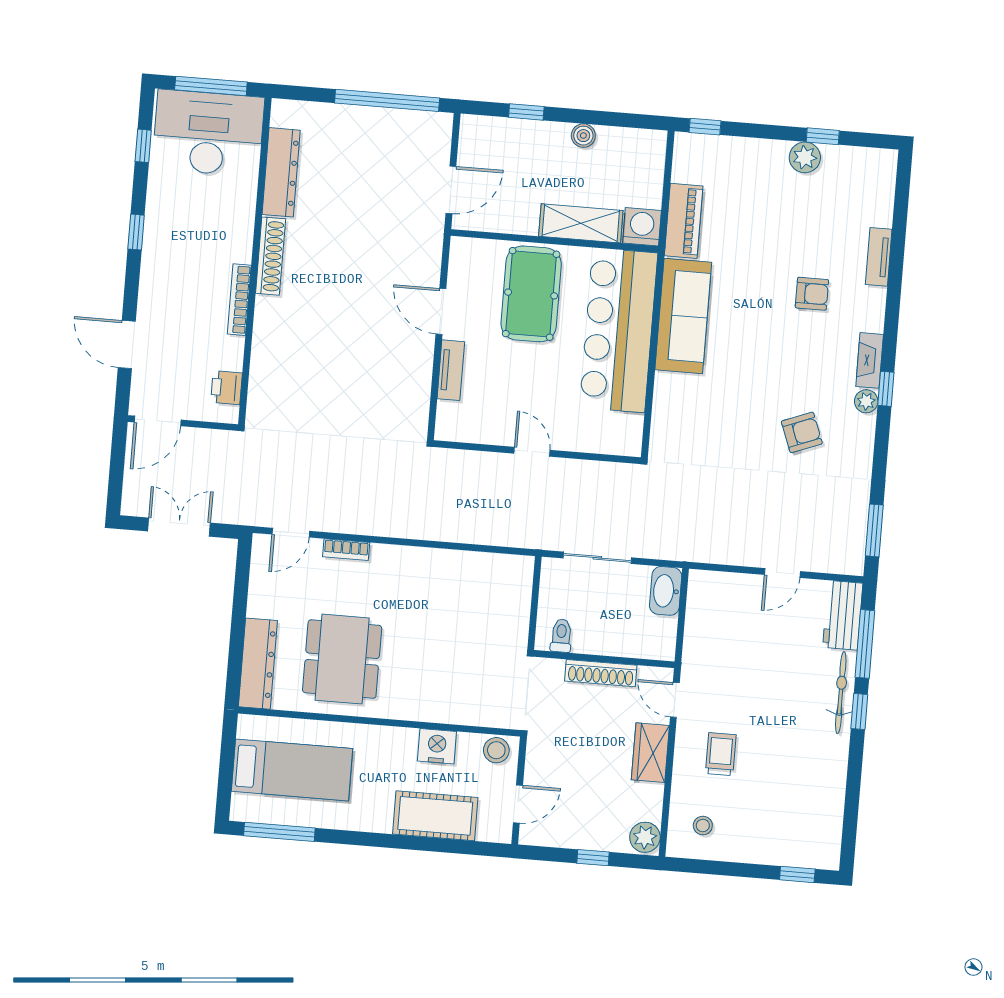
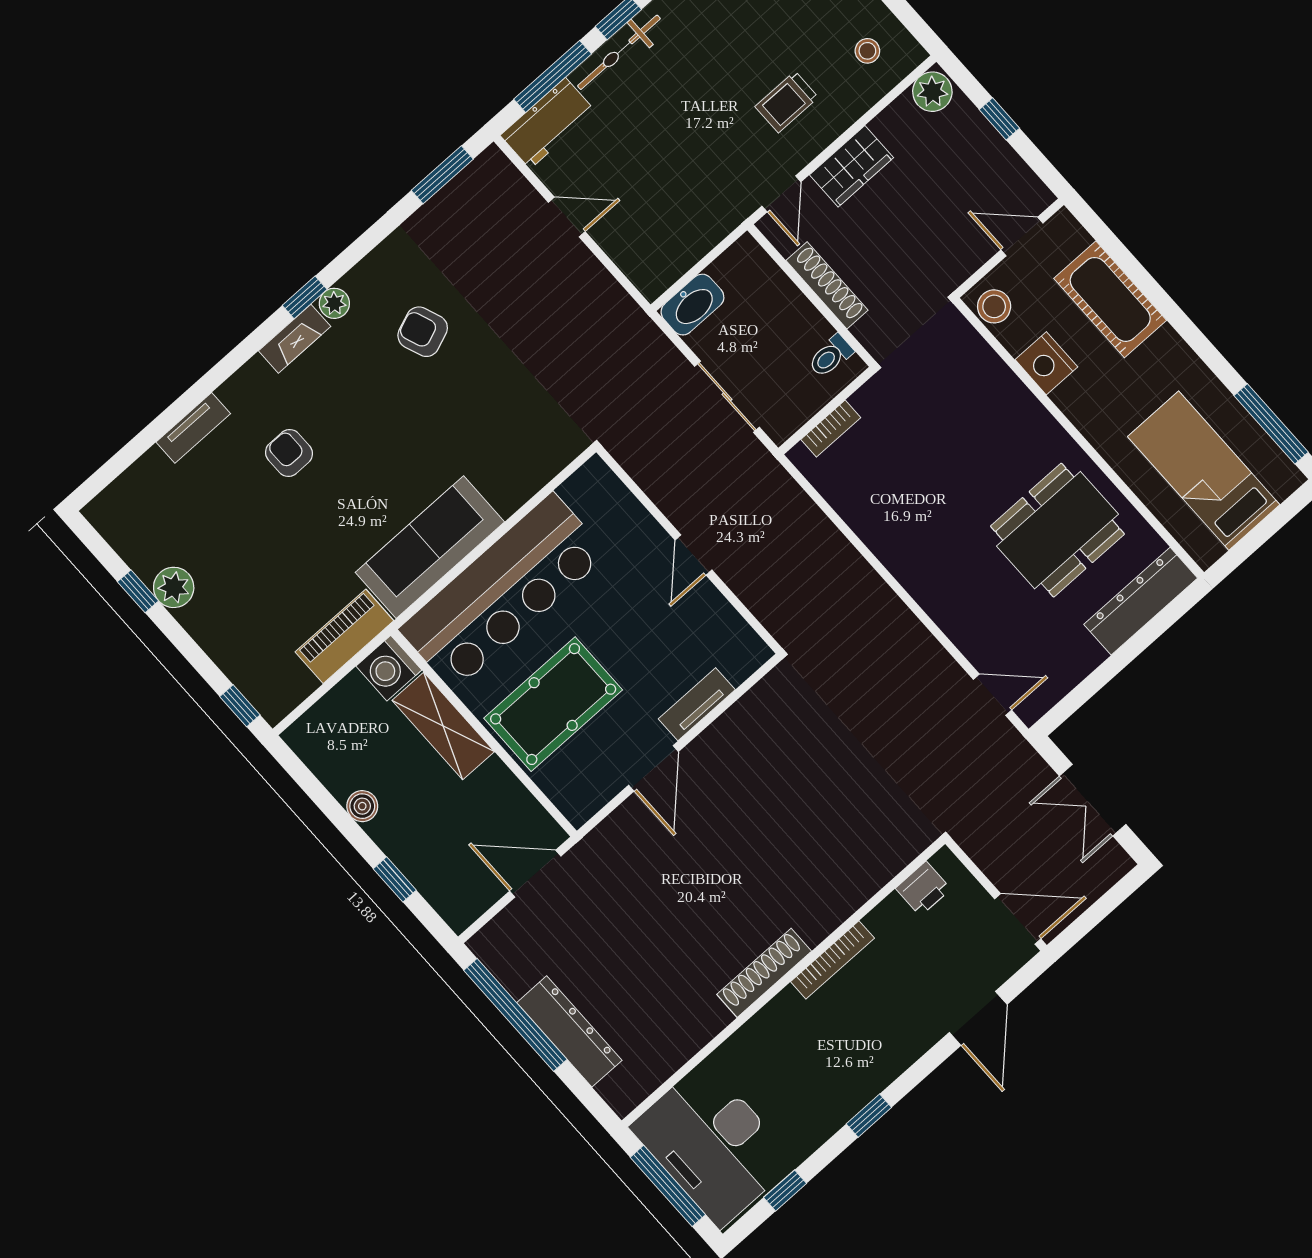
dresser: (281, 172) -> (569, 1031), moved, turned 90
bookcase: (346, 550) -> (831, 429), moved, turned 90

